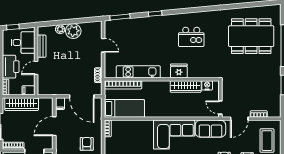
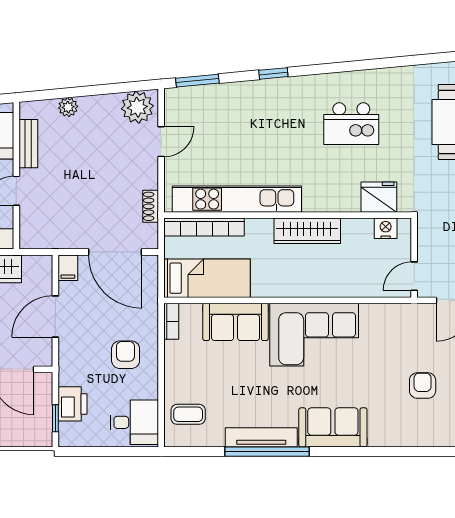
plant: (73, 31) -> (137, 107), moved
door: (103, 45) -> (161, 142), hinge flipped
fridge: (179, 71) -> (379, 197), moved
kitchen unit: (138, 72) -> (237, 199), width x1.36
wardrobe: (186, 87) -> (307, 231), moved
door: (220, 108) -> (414, 276), hinge flipped
sofa: (210, 129) -> (236, 322), moved

